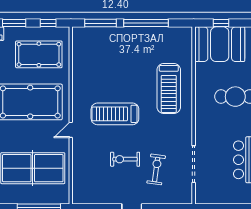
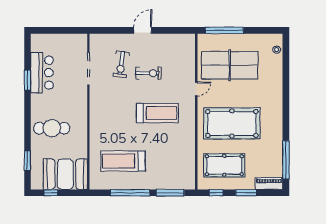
window: (221, 23) -> (51, 193), moved
treadmill: (169, 88) -> (123, 161), moved, turned -90
door: (71, 130) -> (196, 89), moved

